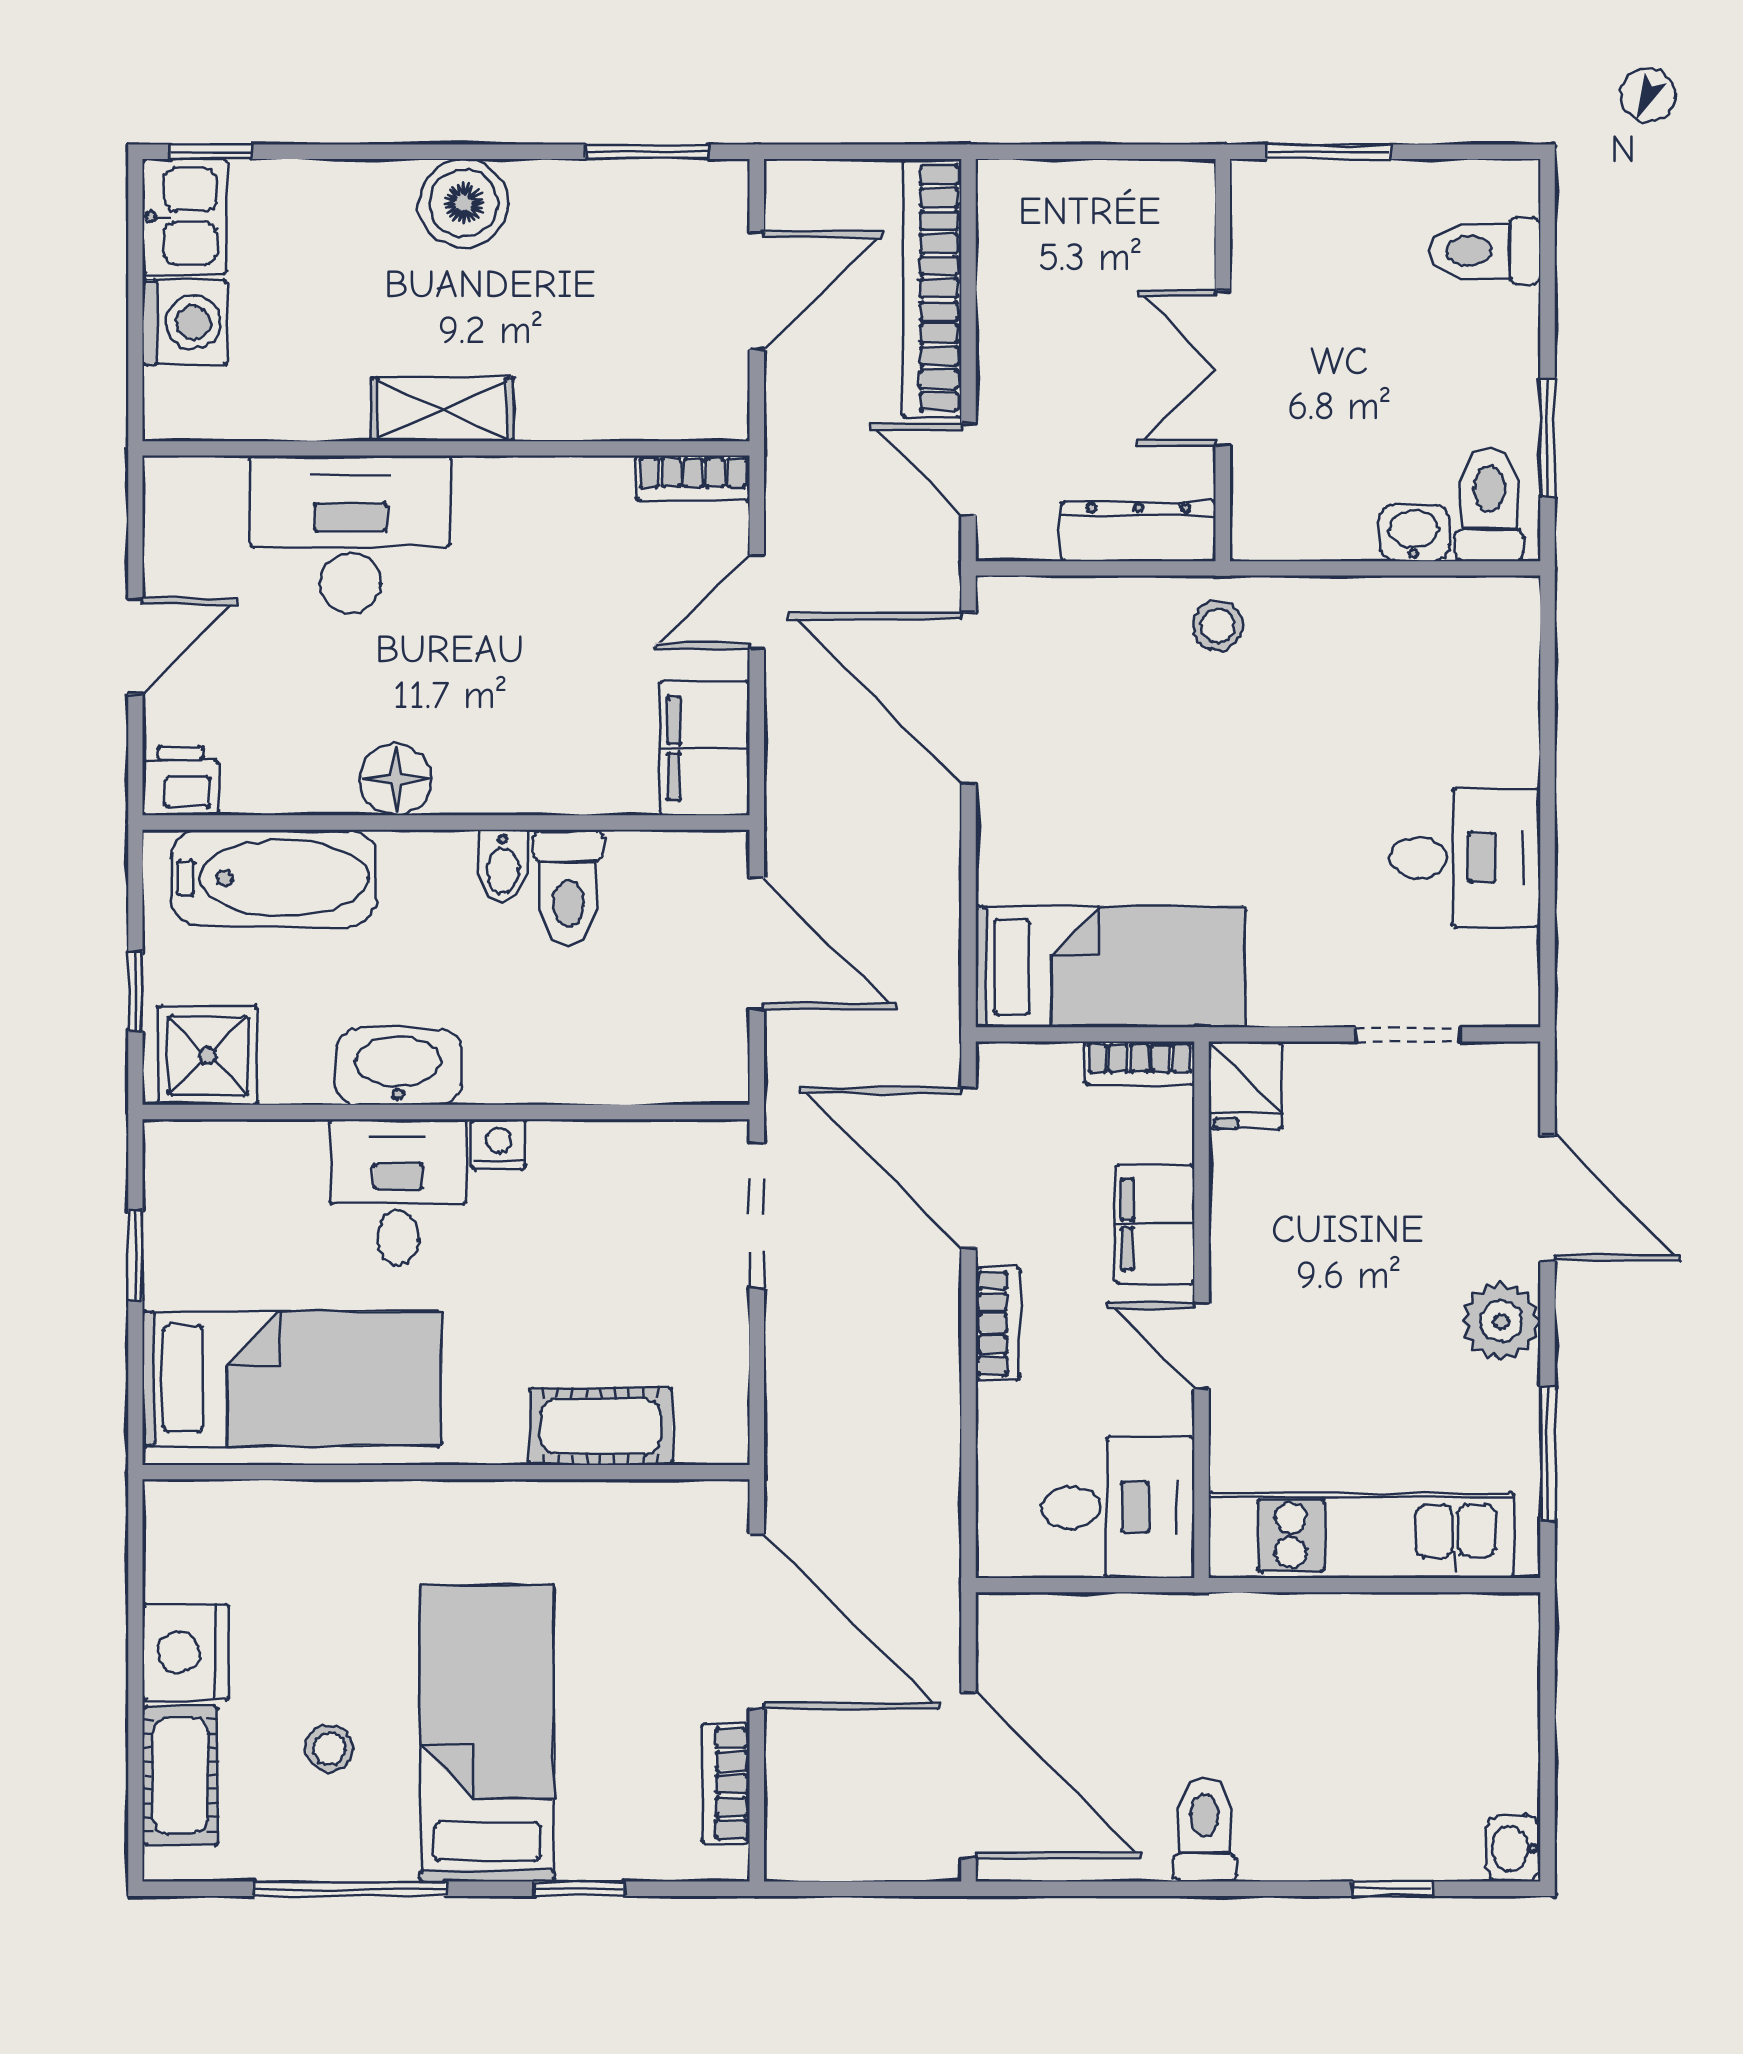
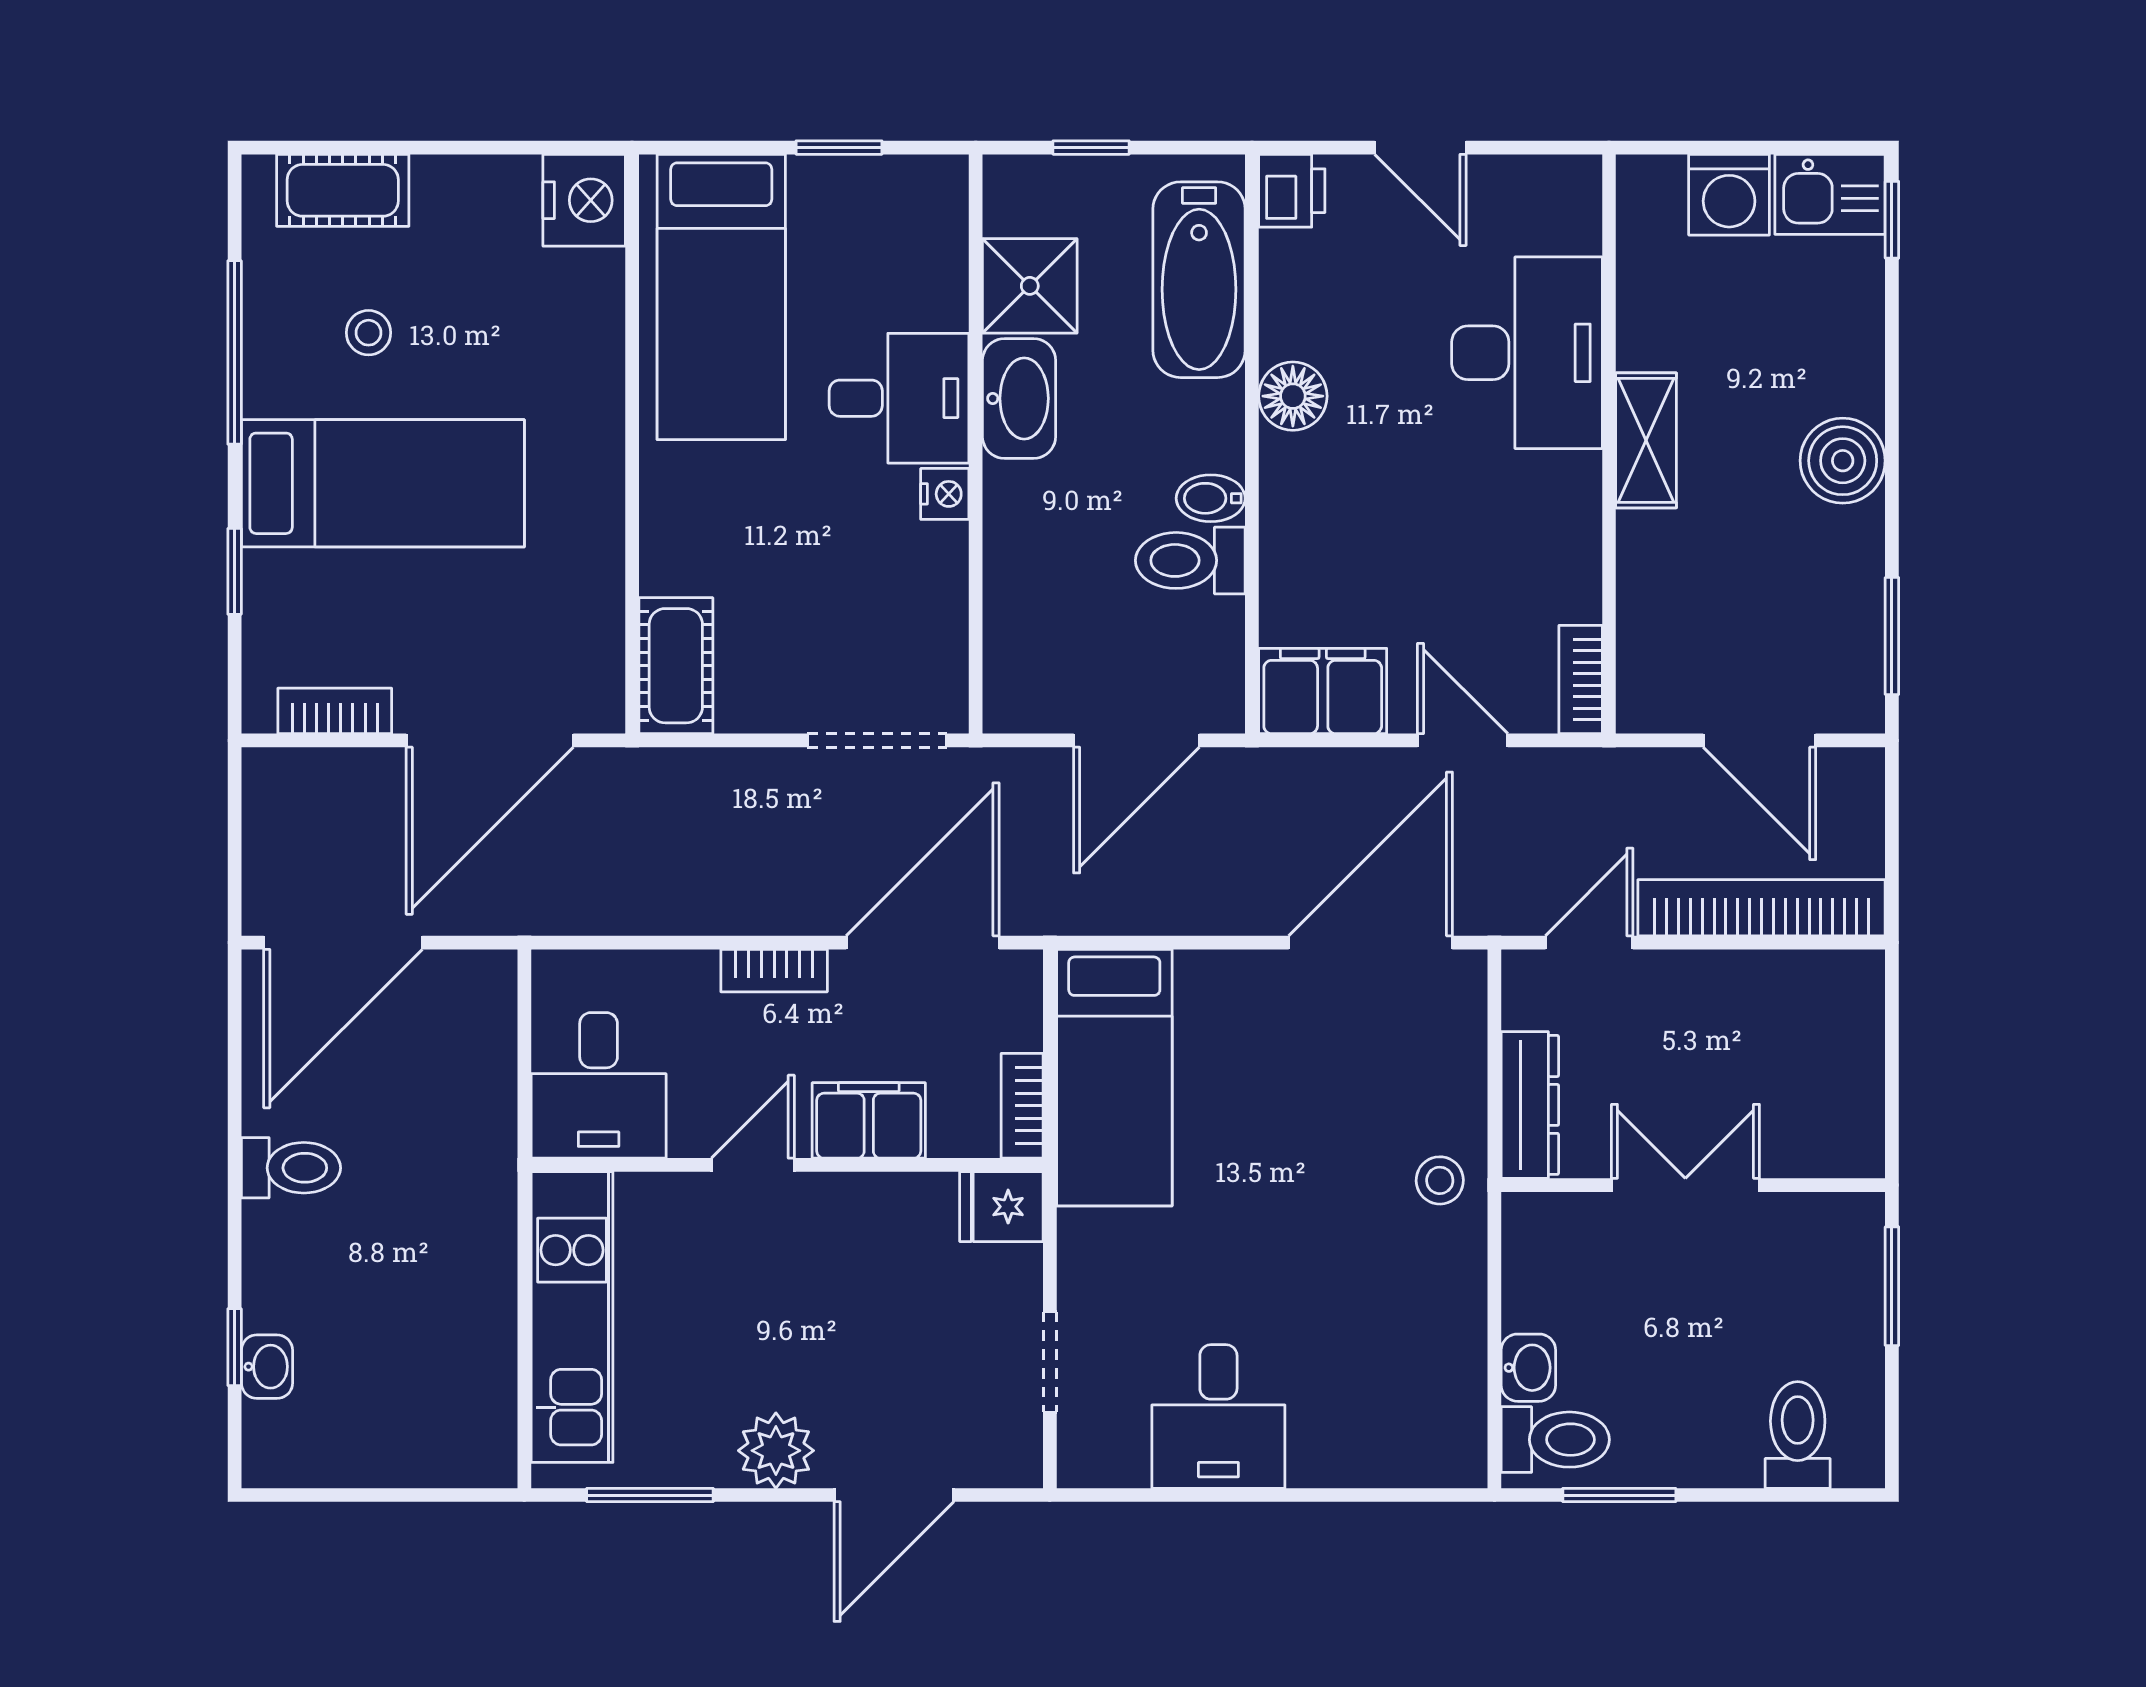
shower: (208, 1055) -> (1030, 286), moved
cot: (601, 1426) -> (676, 666), moved
nightstand: (186, 1652) -> (584, 200), moved, turned 90
washbasin: (1514, 1848) -> (267, 1367), moved, turned 90

